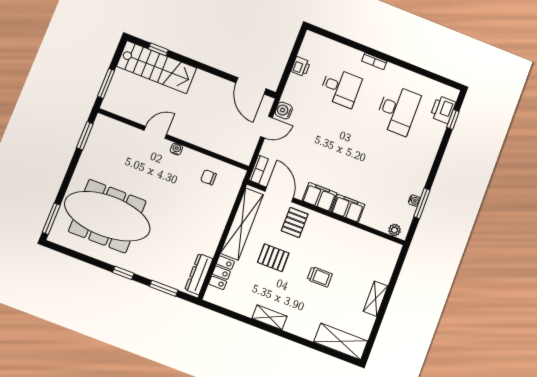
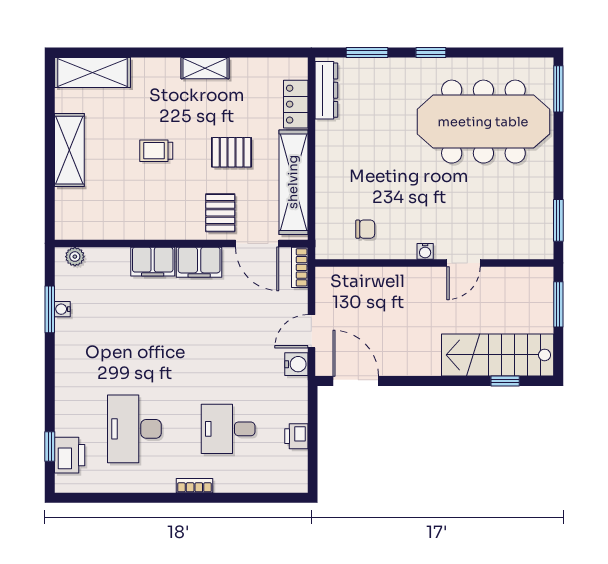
shelving: (376, 299) -> (69, 150), width x1.50, depth x1.33

